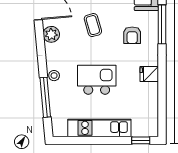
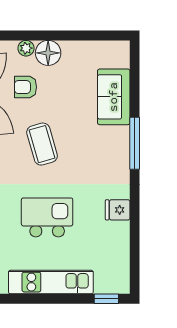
coffee table: (93, 25) -> (42, 144), width x1.36, depth x1.30
armchair: (132, 35) -> (95, 158), removed

